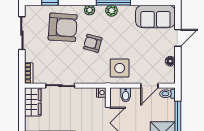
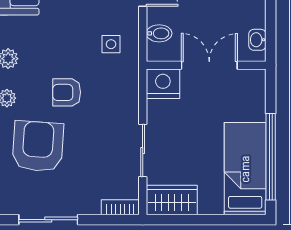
armchair: (93, 43) -> (67, 92), turned 75
side table: (120, 68) -> (111, 44), width x0.54, depth x0.54
nightstand: (101, 93) -> (163, 84), width x1.89, depth x1.79

